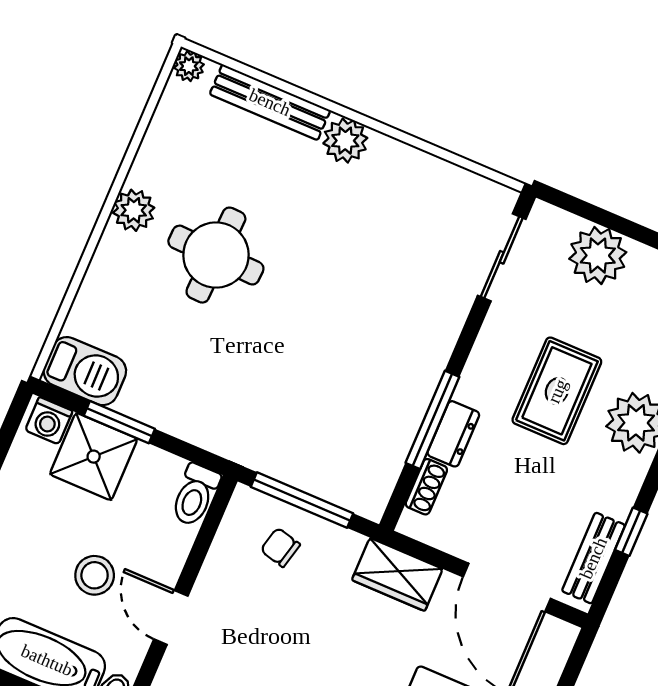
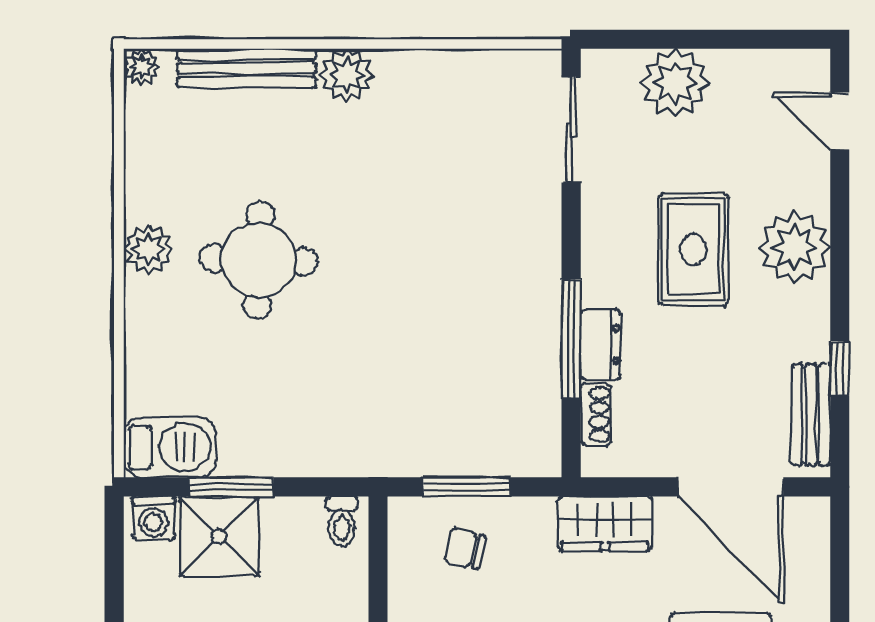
toilet: (195, 495) -> (342, 521), width x0.73, depth x0.72
window: (302, 500) -> (466, 487), width x0.69

